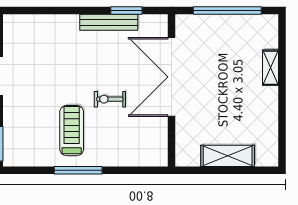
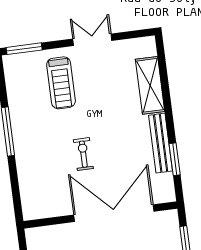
shelving: (51, 25) -> (150, 85), added
treadmill: (72, 131) -> (61, 83), moved, turned 90

